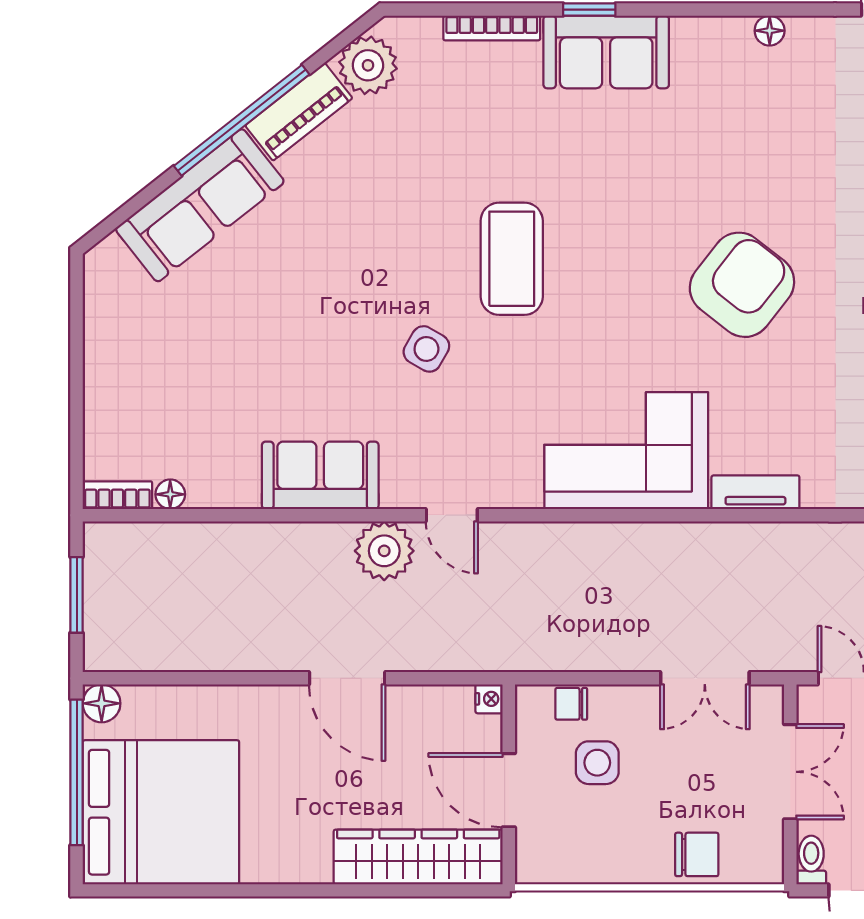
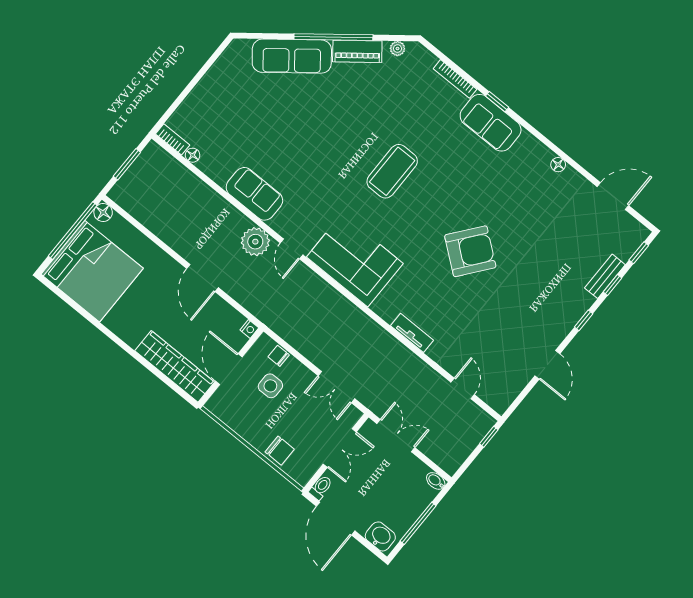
plant: (368, 65) -> (397, 49), width x0.53, depth x0.53
side table: (426, 349) -> (333, 179), removed
corner sofa: (626, 451) -> (355, 260), moved

